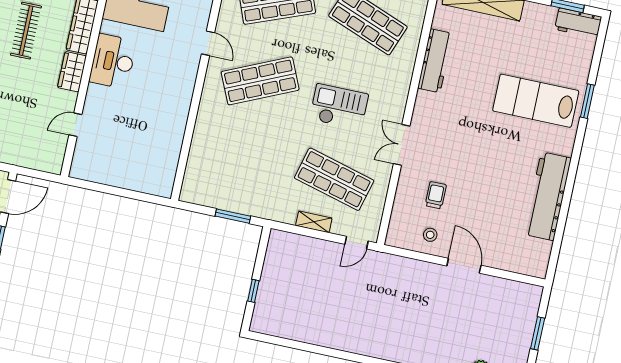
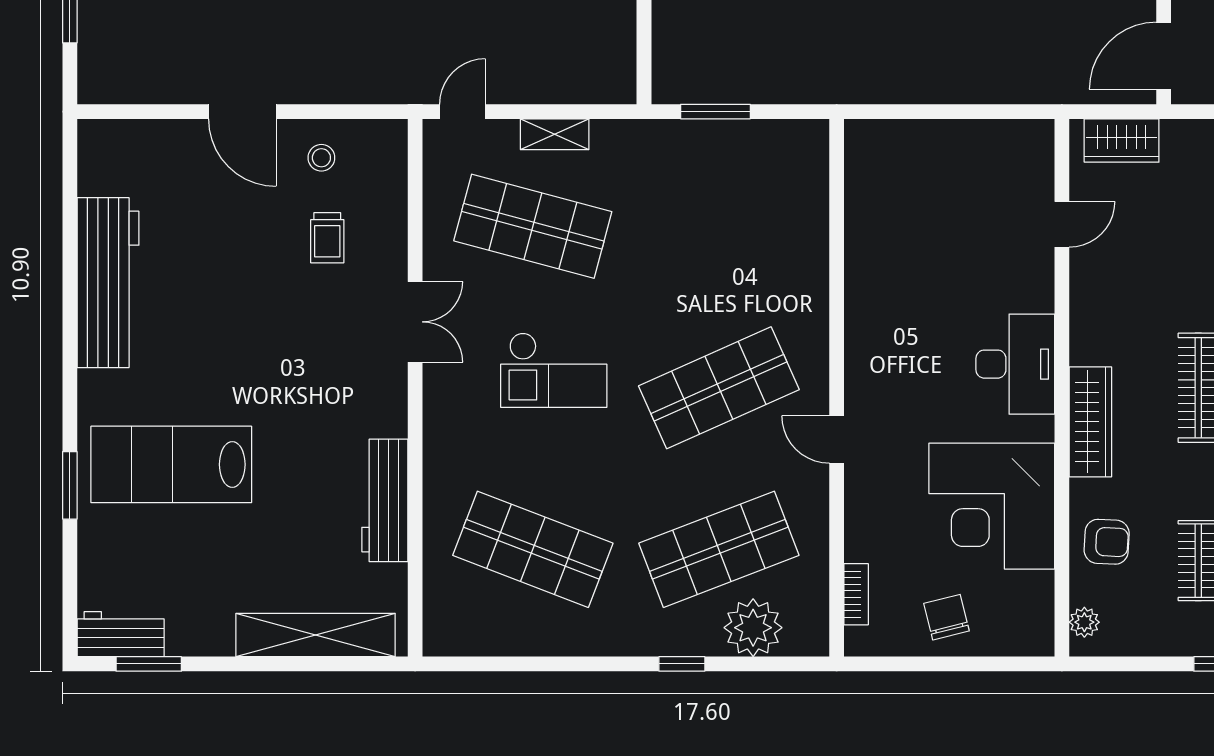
wardrobe: (72, 72) -> (1122, 141), moved, turned 90
lab bench: (536, 101) -> (171, 464), turned 180

